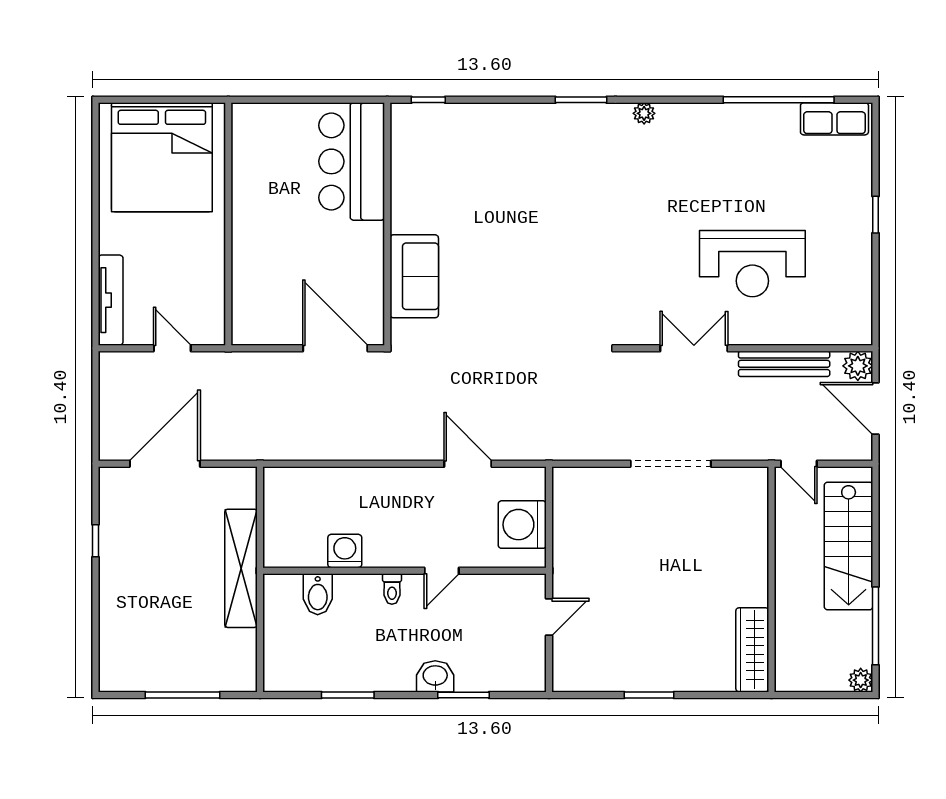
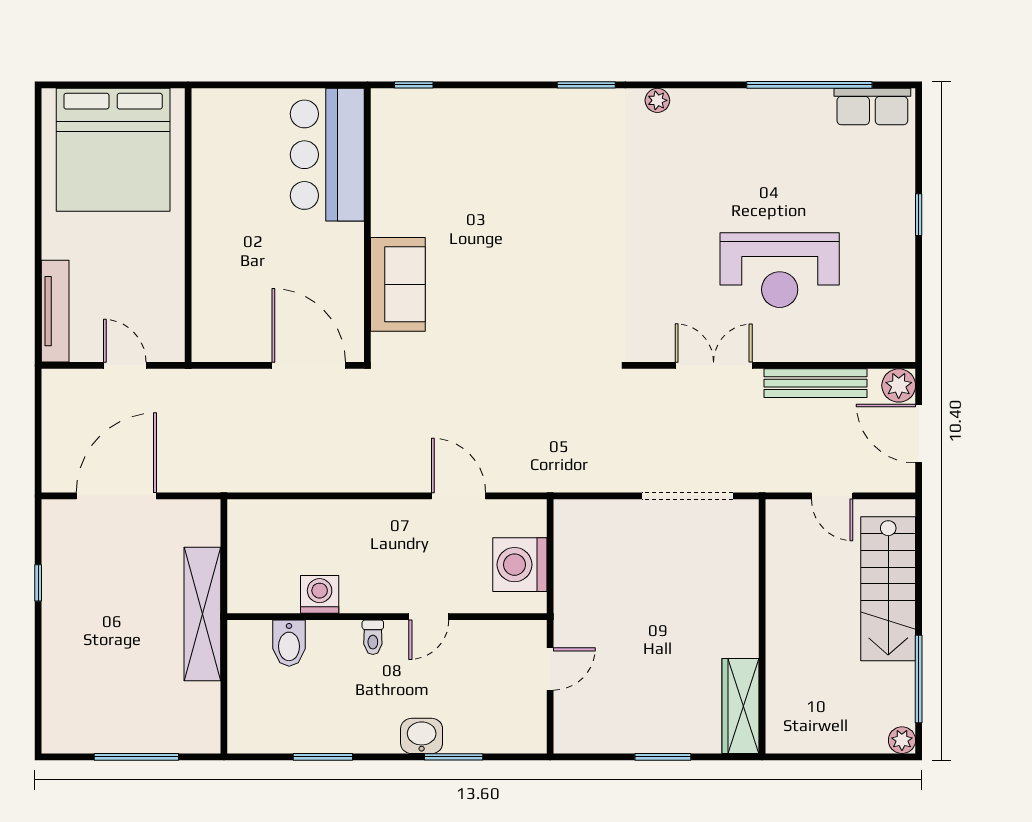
wall: (772, 579) -> (762, 626), moved
wardrobe: (752, 650) -> (740, 706), moved

